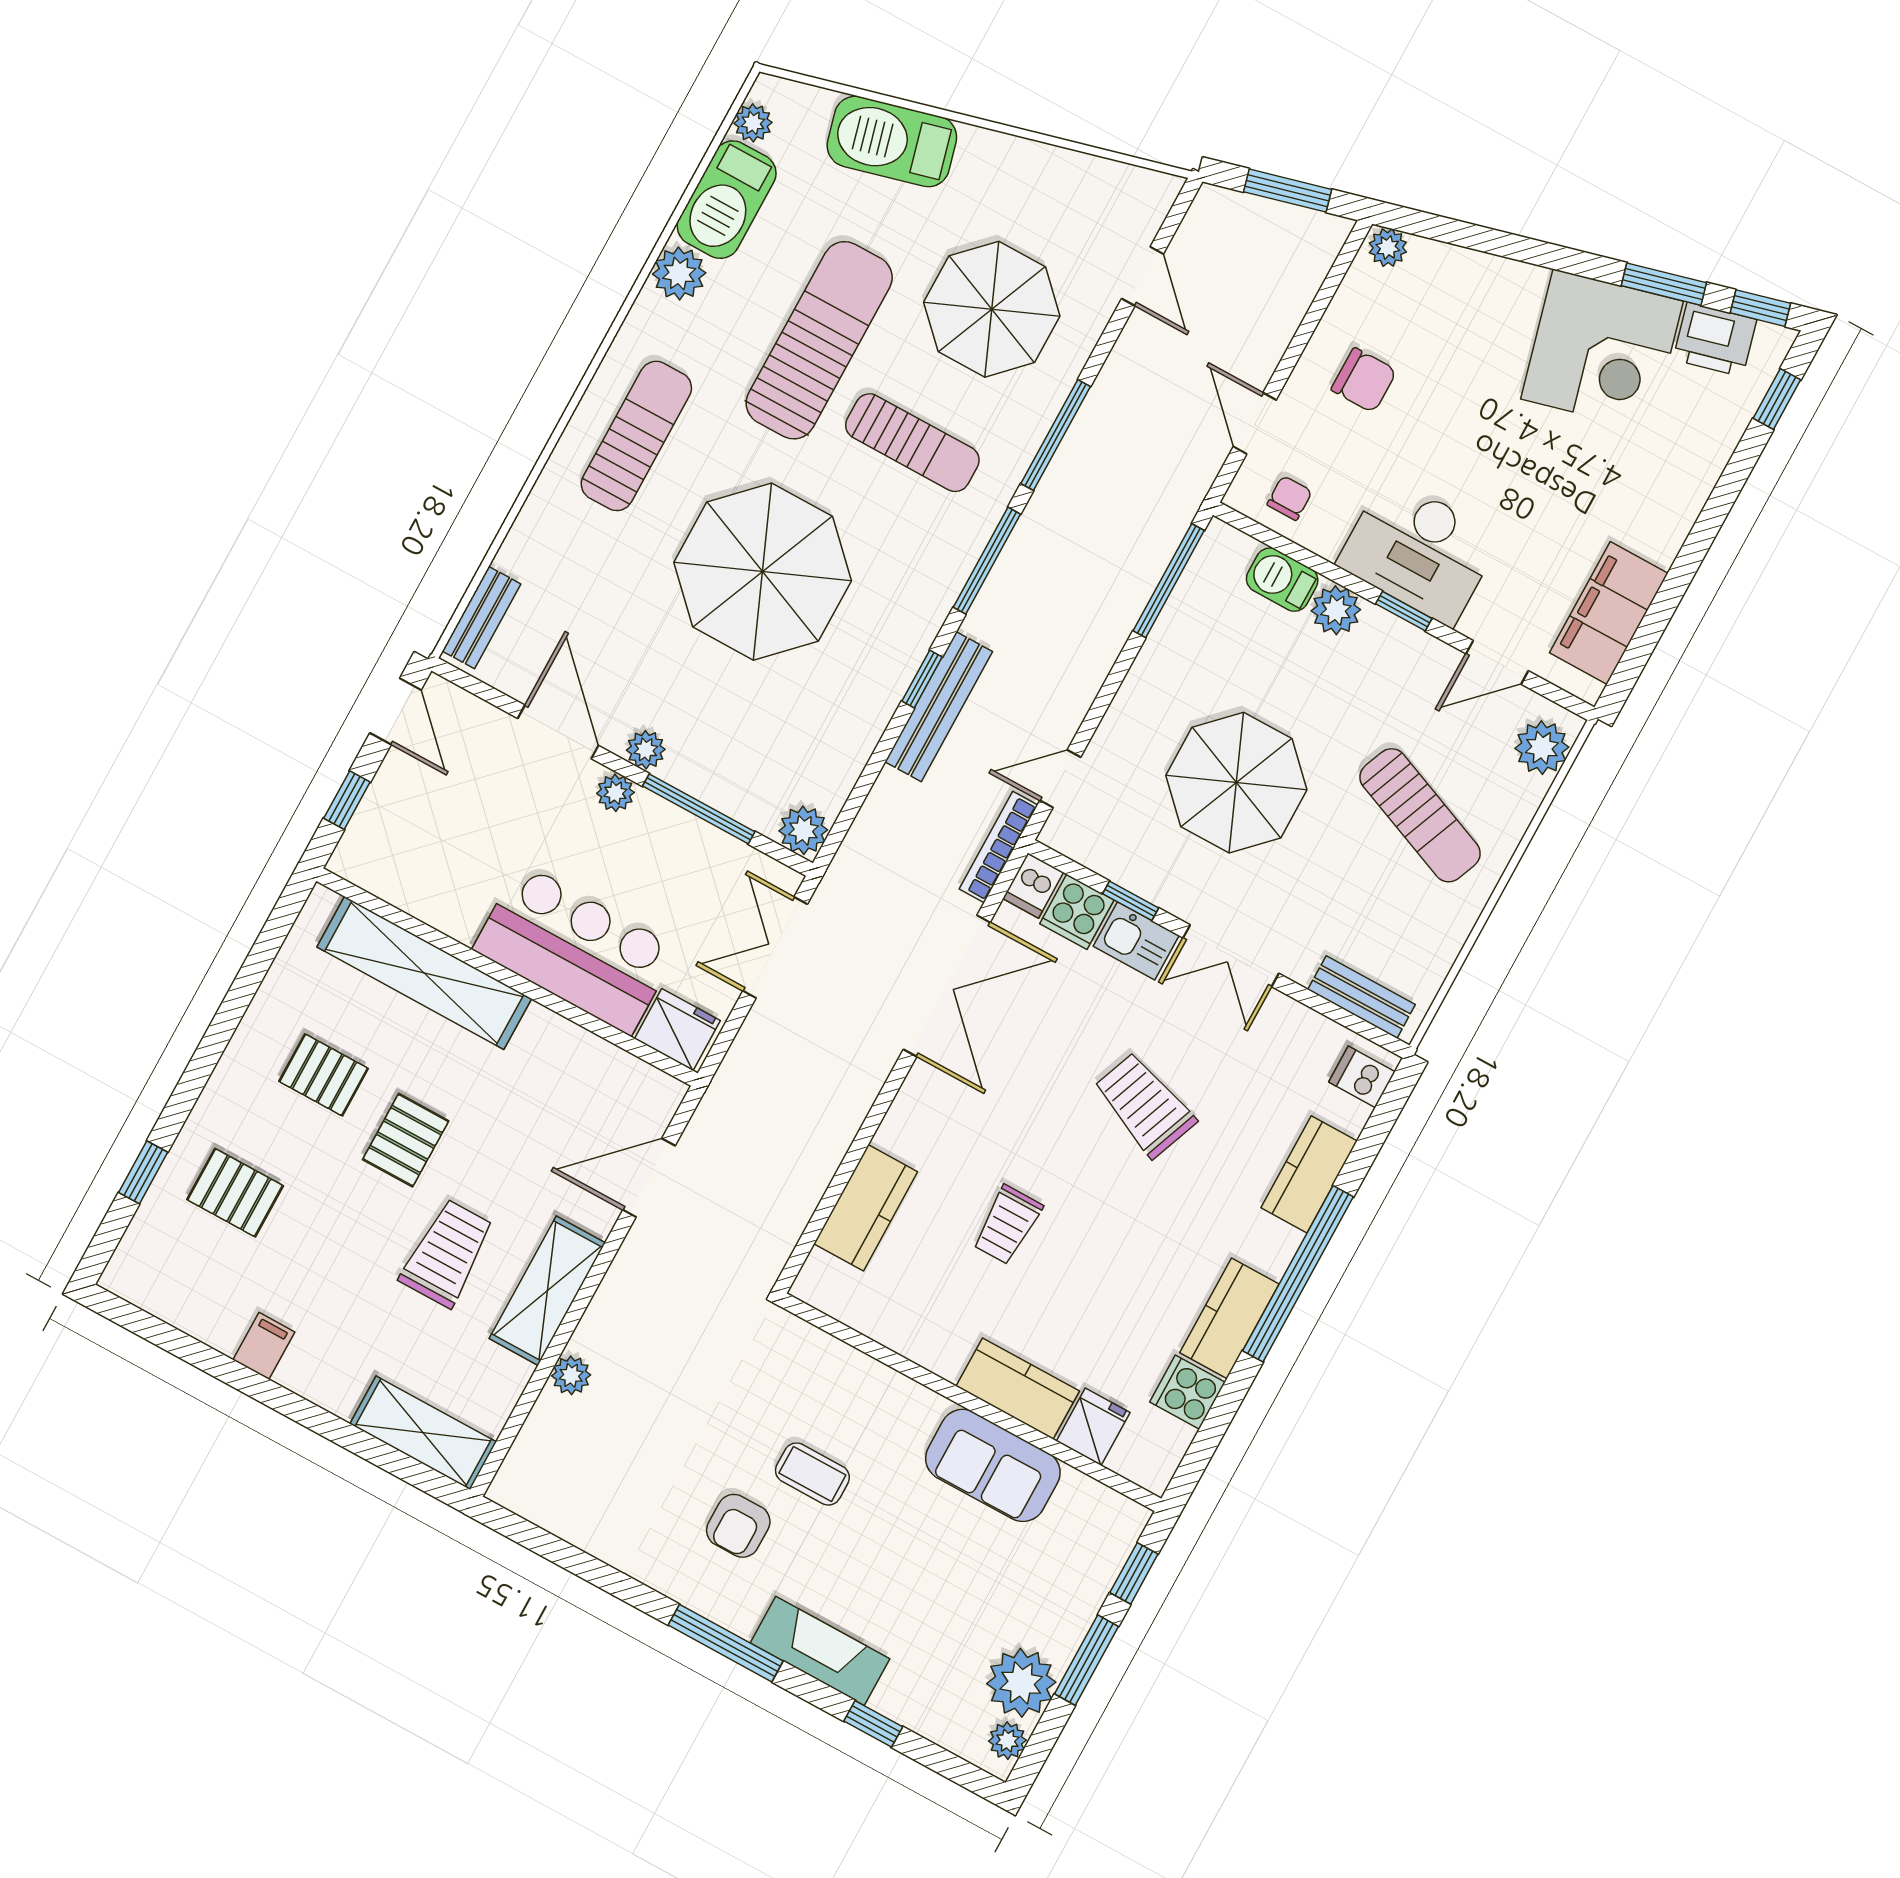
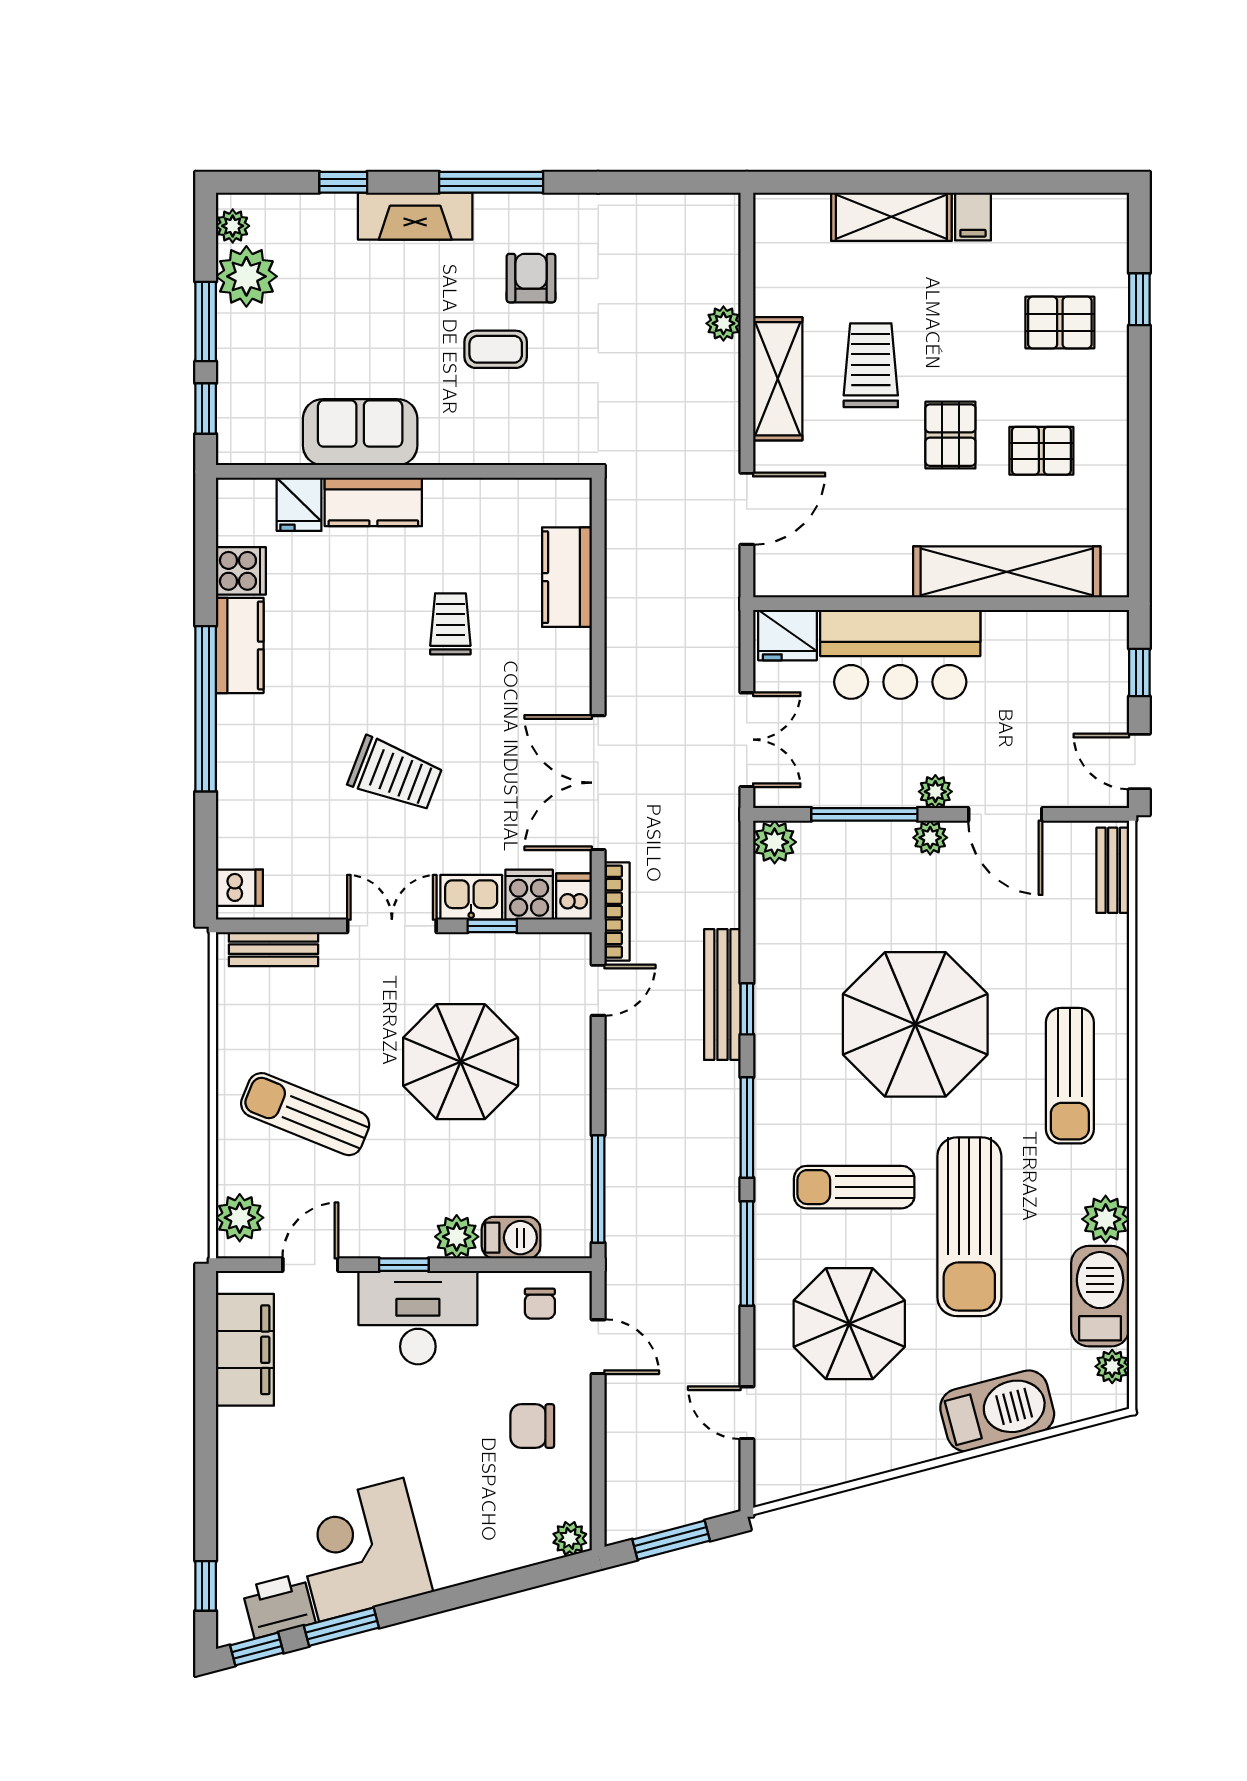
kitchen counter: (1309, 1174) -> (239, 790), removed
trolley: (447, 1253) -> (871, 365), turned 180
shelving: (423, 1433) -> (891, 217), moved

